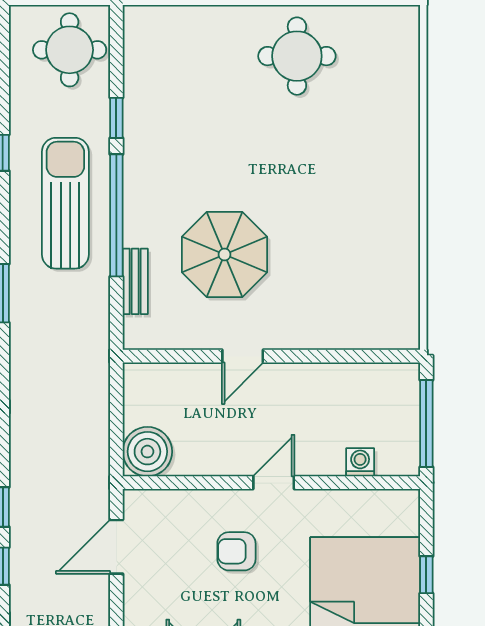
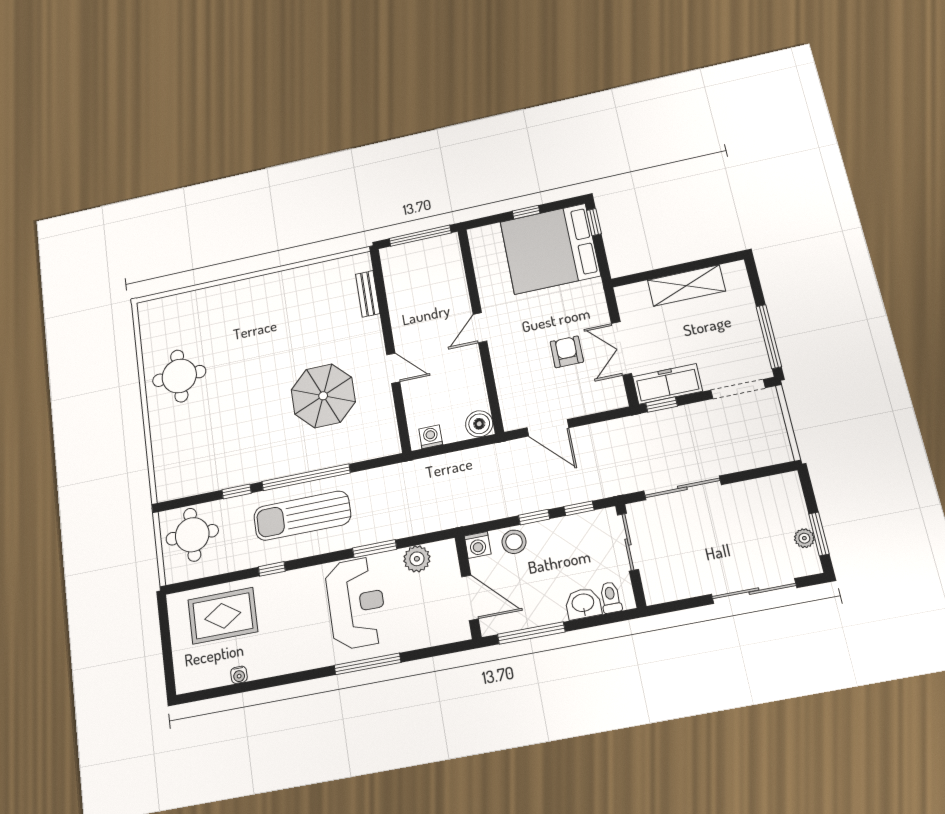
bench: (135, 281) -> (368, 294), moved, turned 90
boiler: (147, 452) -> (479, 424), width x0.73, depth x0.73
washing machine: (360, 462) -> (431, 437), moved, turned 90
door: (274, 483) -> (480, 328), hinge flipped
armchair: (236, 551) -> (567, 352), moved, turned 180

